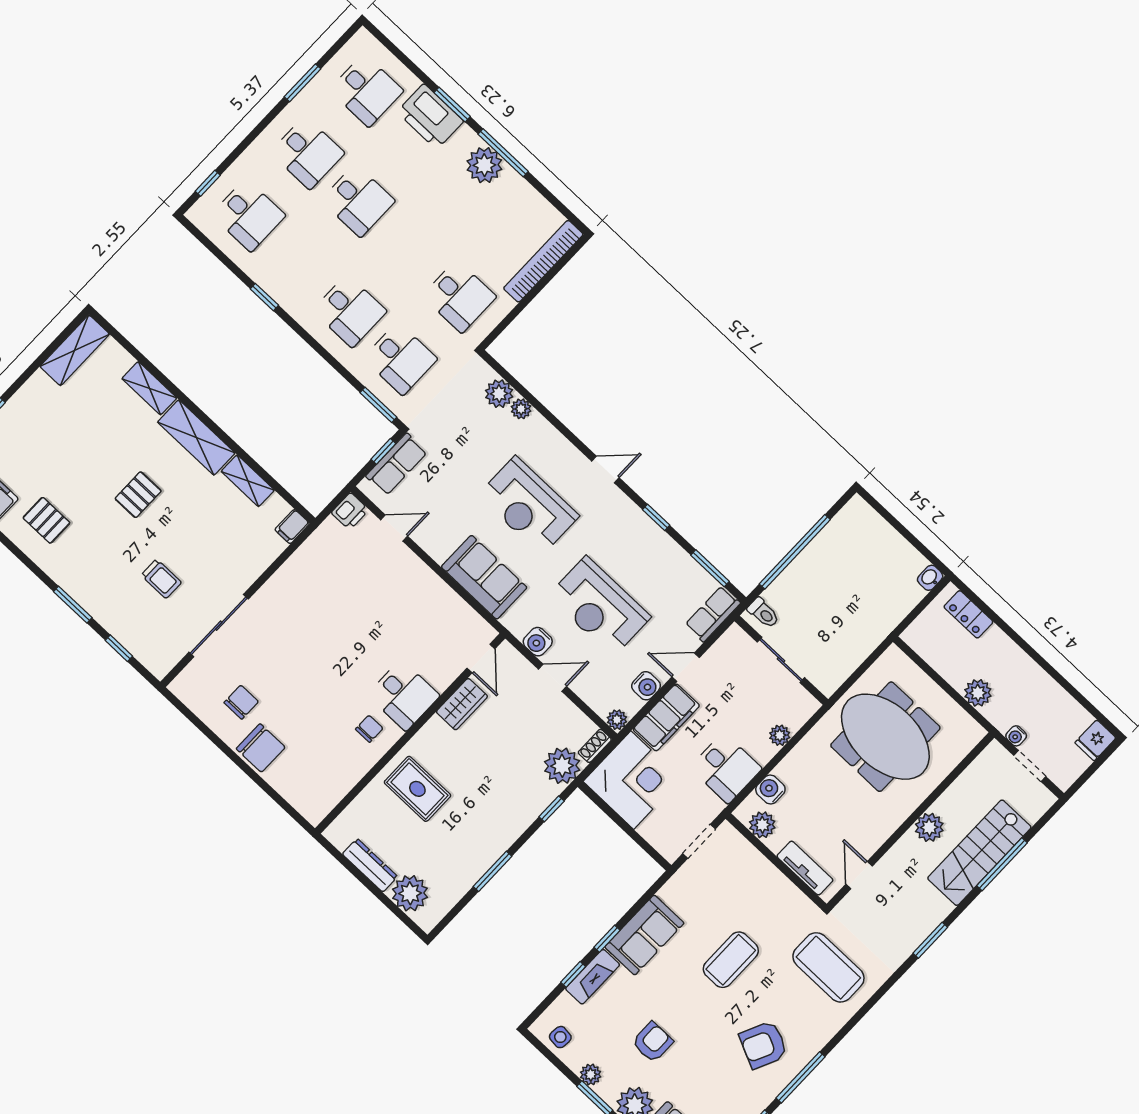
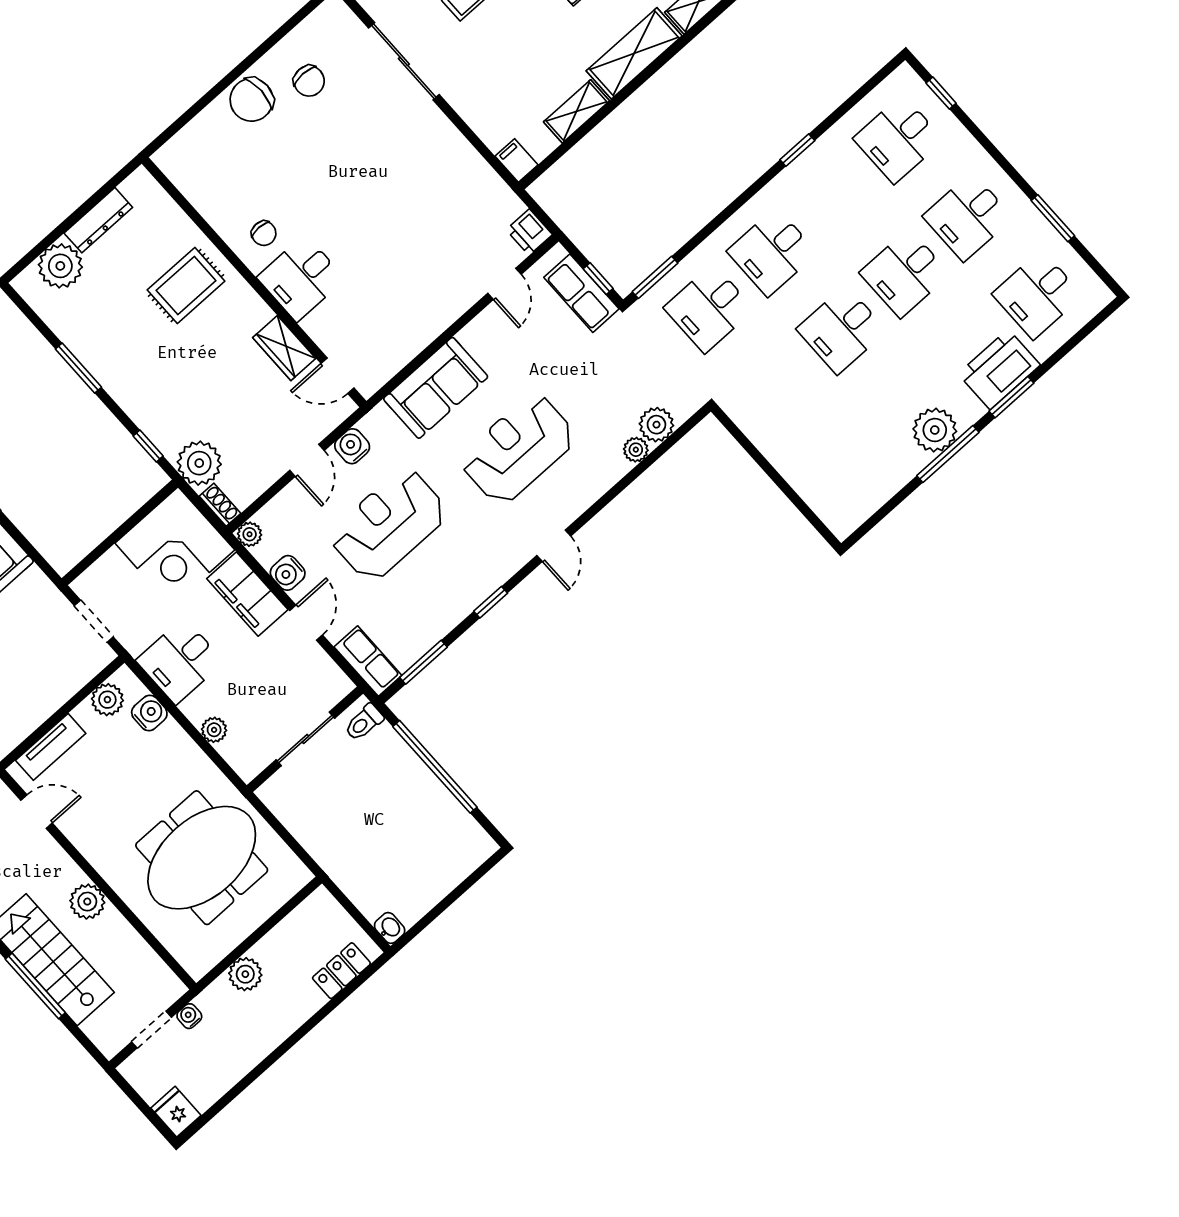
bookcase: (543, 261) -> (812, 492), removed
desk: (459, 296) -> (842, 330), moved

